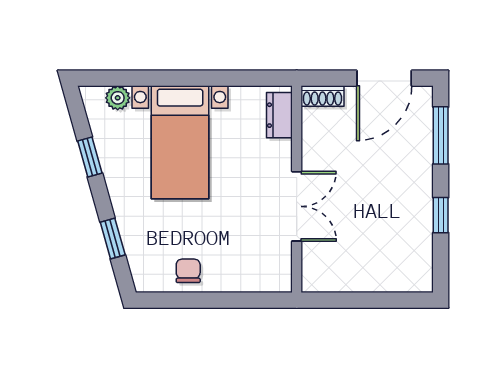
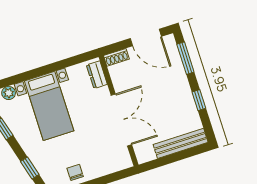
door: (384, 78) -> (146, 37), hinge flipped
double door: (297, 206) -> (121, 120), width x1.37
bench: (385, 279) -> (181, 143), added

